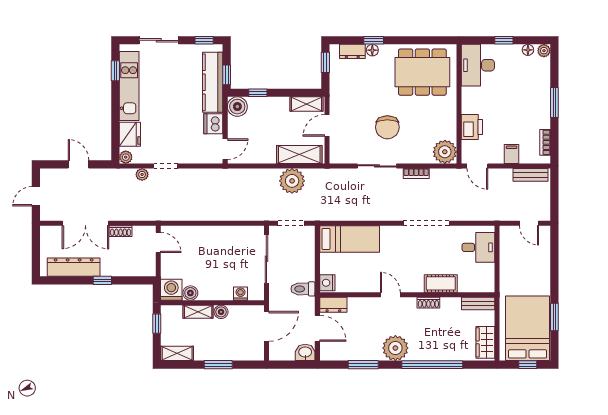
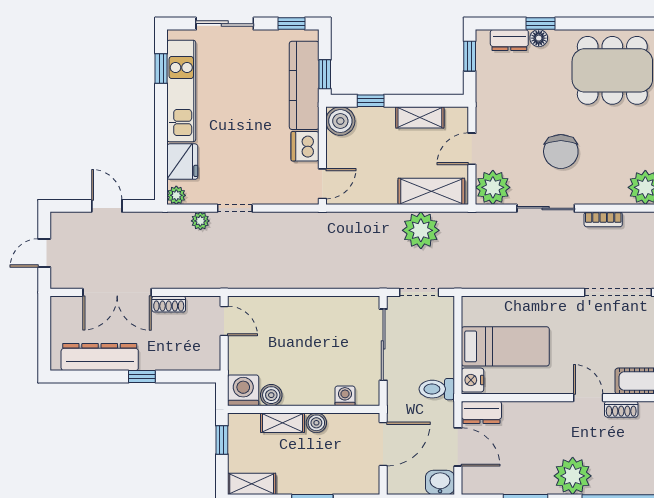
shelving: (306, 104) -> (420, 117), moved
plant: (341, 152) -> (493, 187), added
bed: (350, 239) -> (505, 346), moved
door: (390, 295) -> (588, 398), moved

